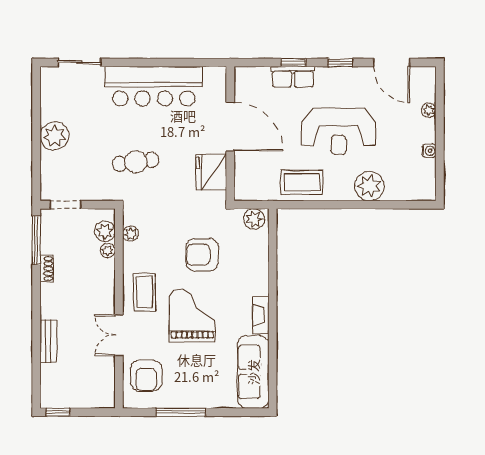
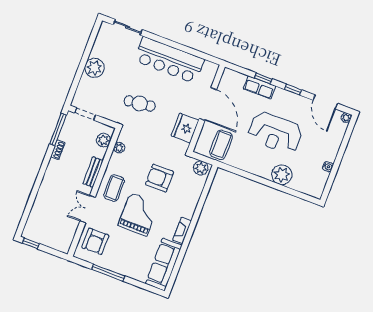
plant: (429, 110) -> (346, 118), moved
coffee table: (302, 182) -> (221, 145), moved, turned 90
plant: (108, 251) -> (101, 153), removed
bench: (48, 341) -> (93, 172), moved

